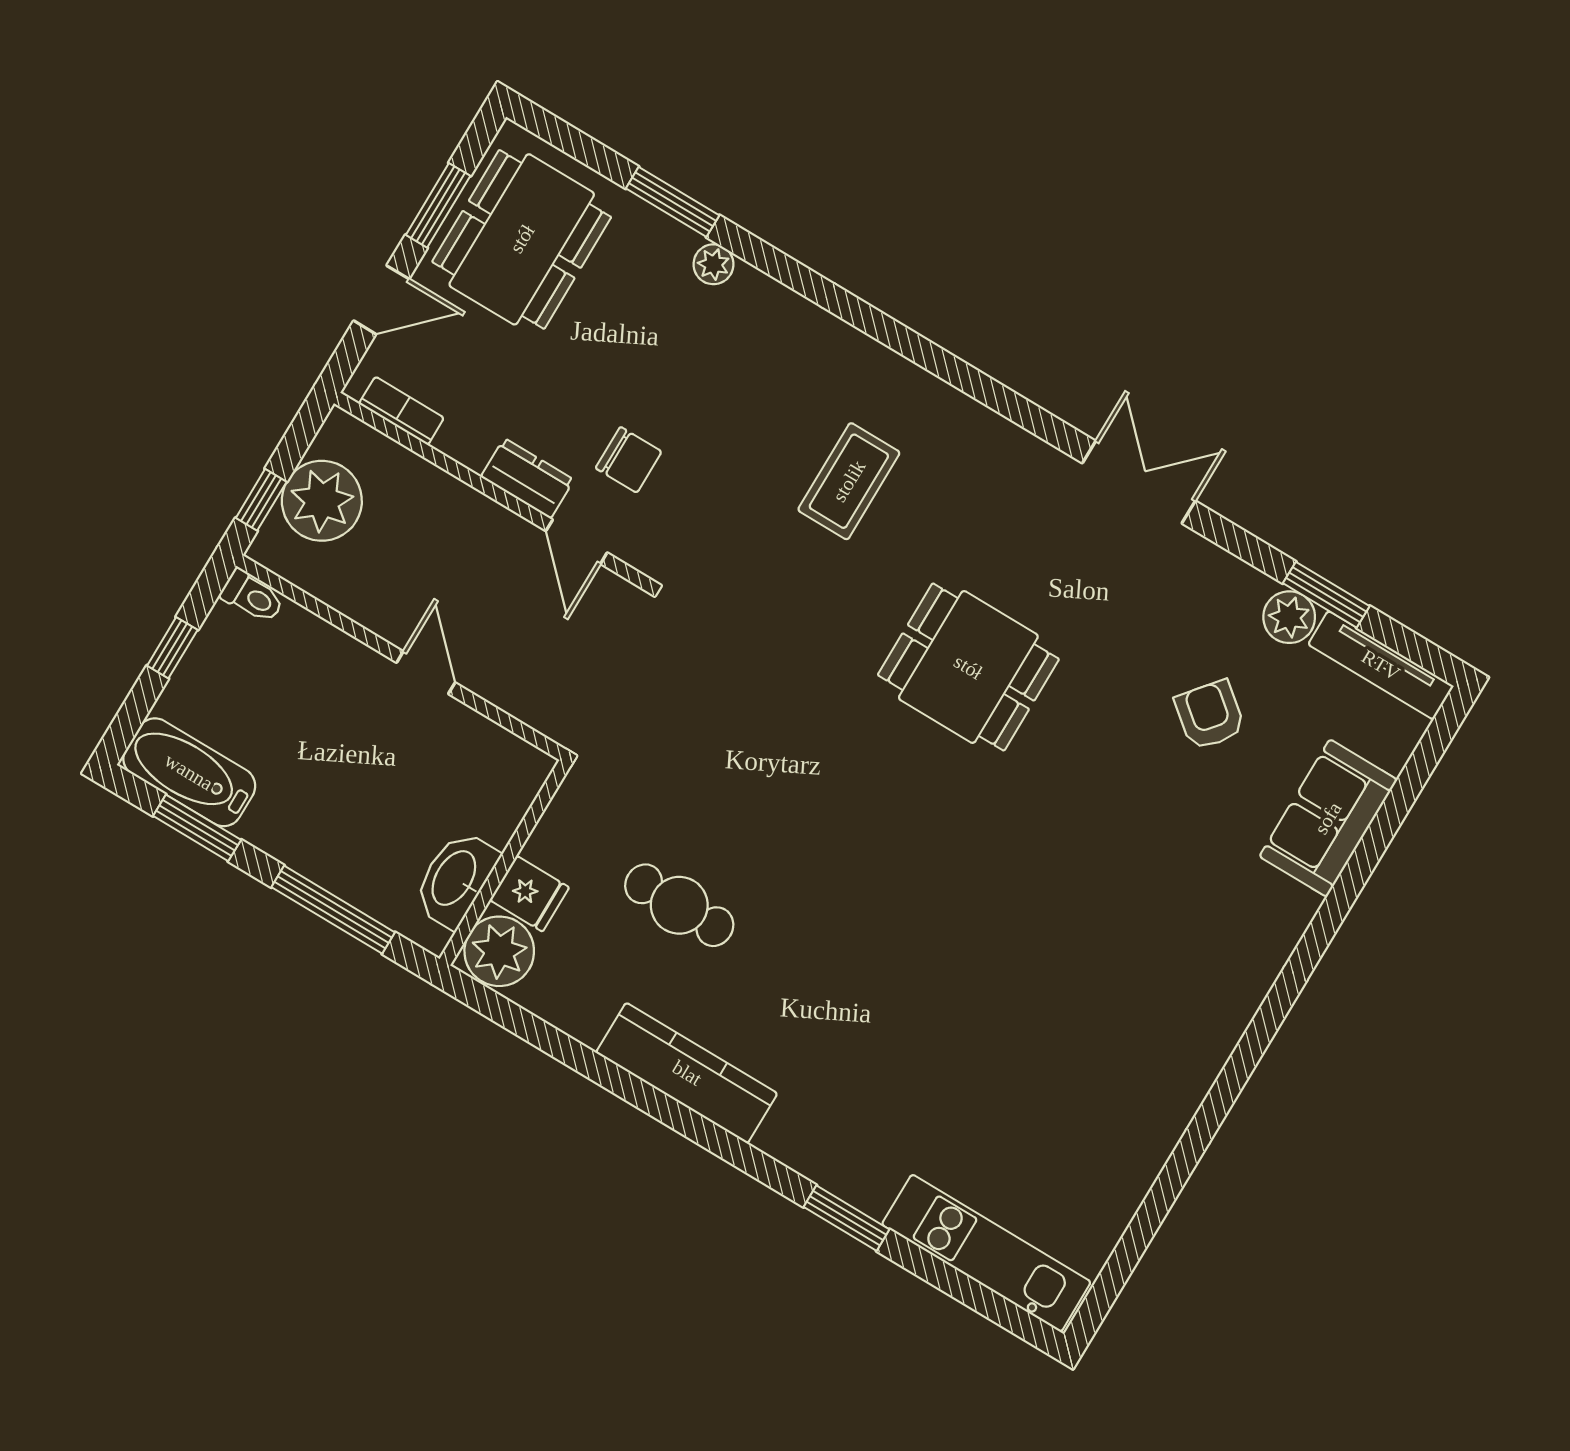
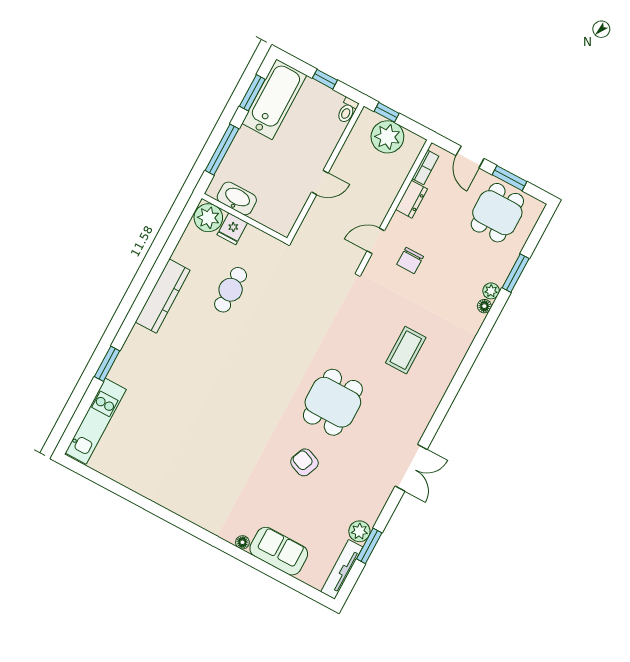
dining table: (522, 239) -> (497, 213), width x0.73
floor lamp: (750, 283) -> (484, 306), added
dresser: (527, 478) -> (412, 199), moved
coffee table: (849, 481) -> (406, 350), turned 90
armchair: (1210, 715) -> (304, 462), moved, turned -107
bathtub: (189, 772) -> (274, 99), width x1.36, depth x1.36
floor lamp: (1302, 906) -> (242, 542), added

